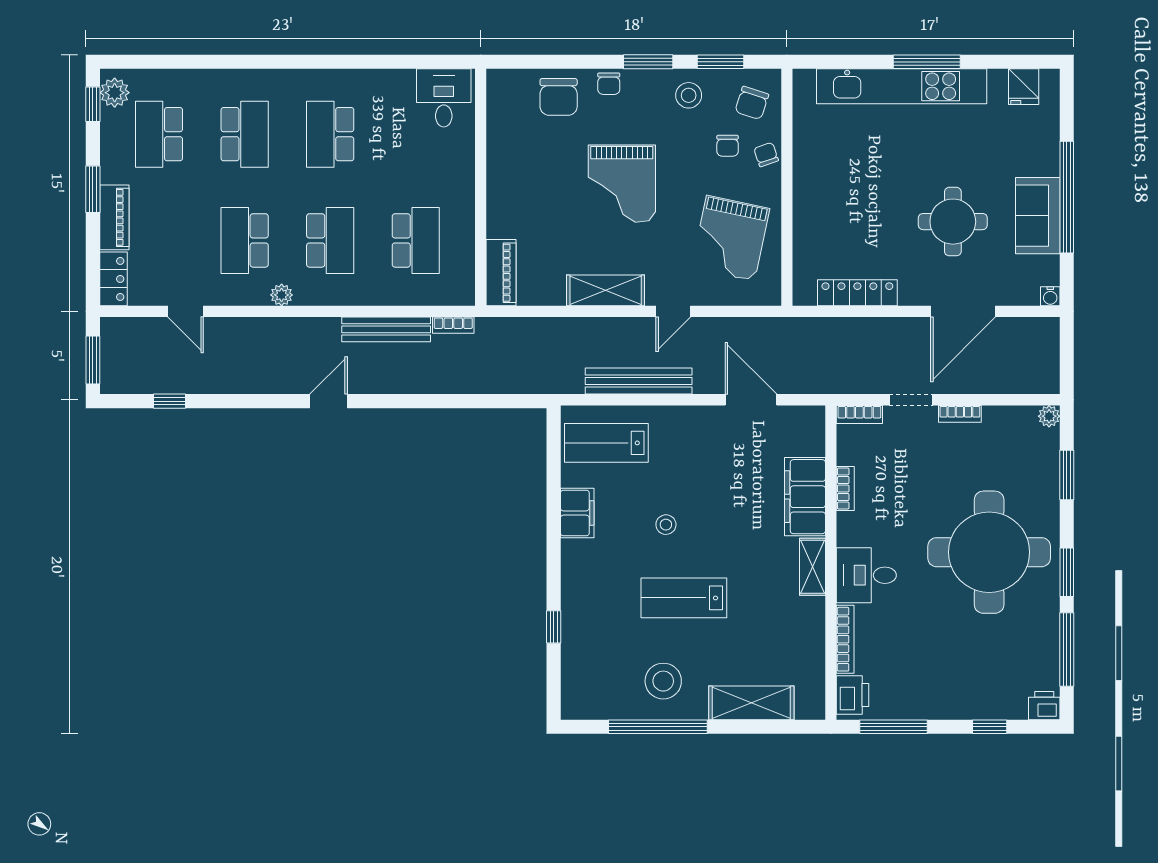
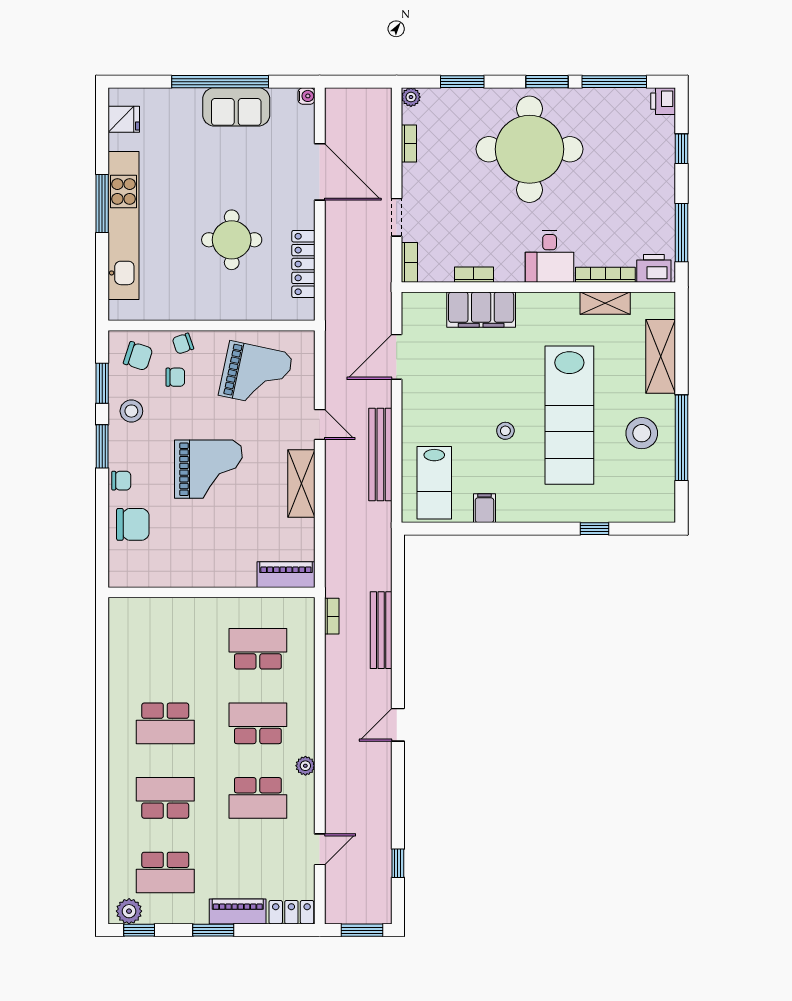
desk: (444, 98) -> (134, 624), removed
round table: (953, 222) -> (232, 240), moved
bench: (386, 329) -> (381, 630), moved
door: (328, 401) -> (398, 725), hinge flipped
bookcase: (960, 414) -> (409, 144), moved
filing cabinet: (577, 513) -> (484, 508), width x0.50
shelving: (813, 567) -> (605, 303), moved
lab bench: (684, 598) -> (569, 415), width x1.86, depth x1.39

